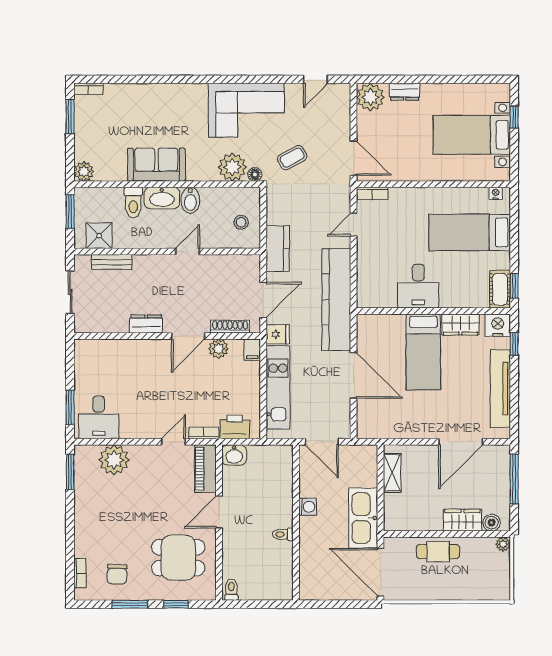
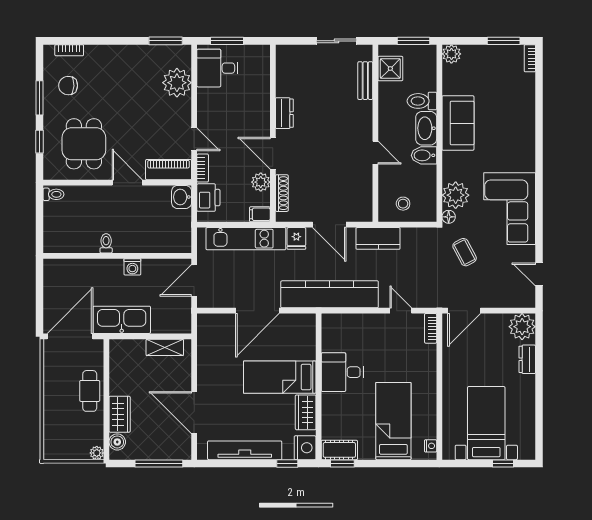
dresser: (146, 324) -> (284, 113), moved
shoe rack: (230, 327) -> (282, 193), moved
wall: (167, 336) -> (273, 133), moved
door: (188, 336) -> (273, 153), moved
plant: (218, 349) -> (261, 182), moved
filing cabinet: (252, 350) -> (260, 214), moved

